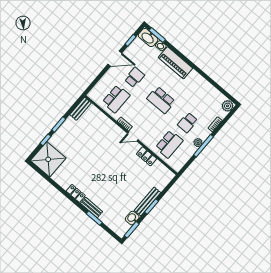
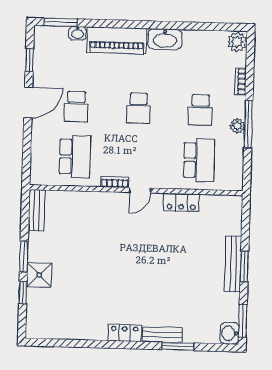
washbasin: (148, 37) -> (165, 39), moved
school desk: (134, 77) -> (76, 106), turned 180
school desk: (161, 100) -> (138, 108), width x0.54
shower: (48, 159) -> (39, 275), moved, width x0.54, depth x0.54
washbasin: (132, 218) -> (230, 333), moved

